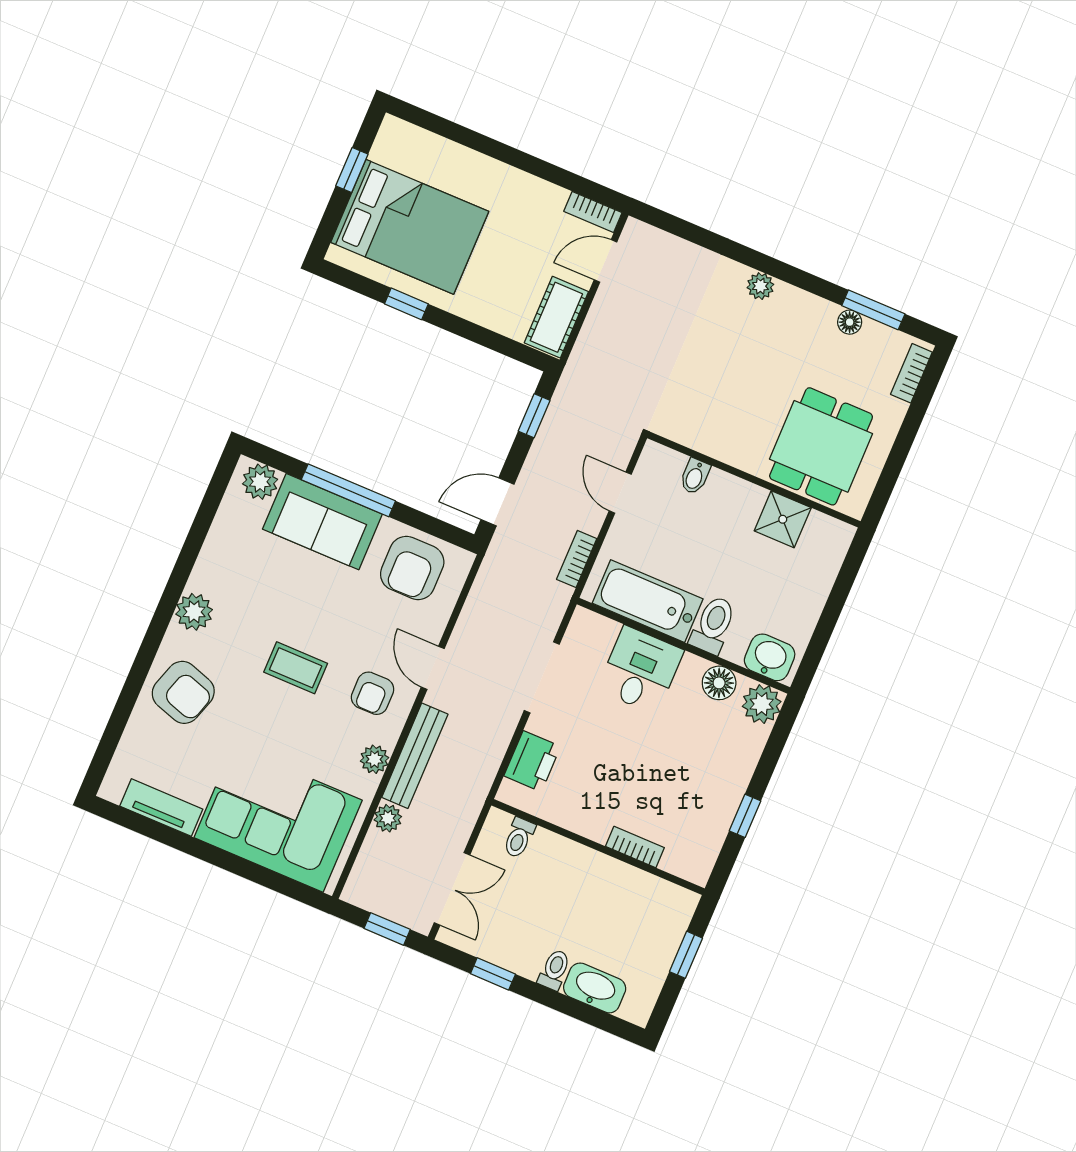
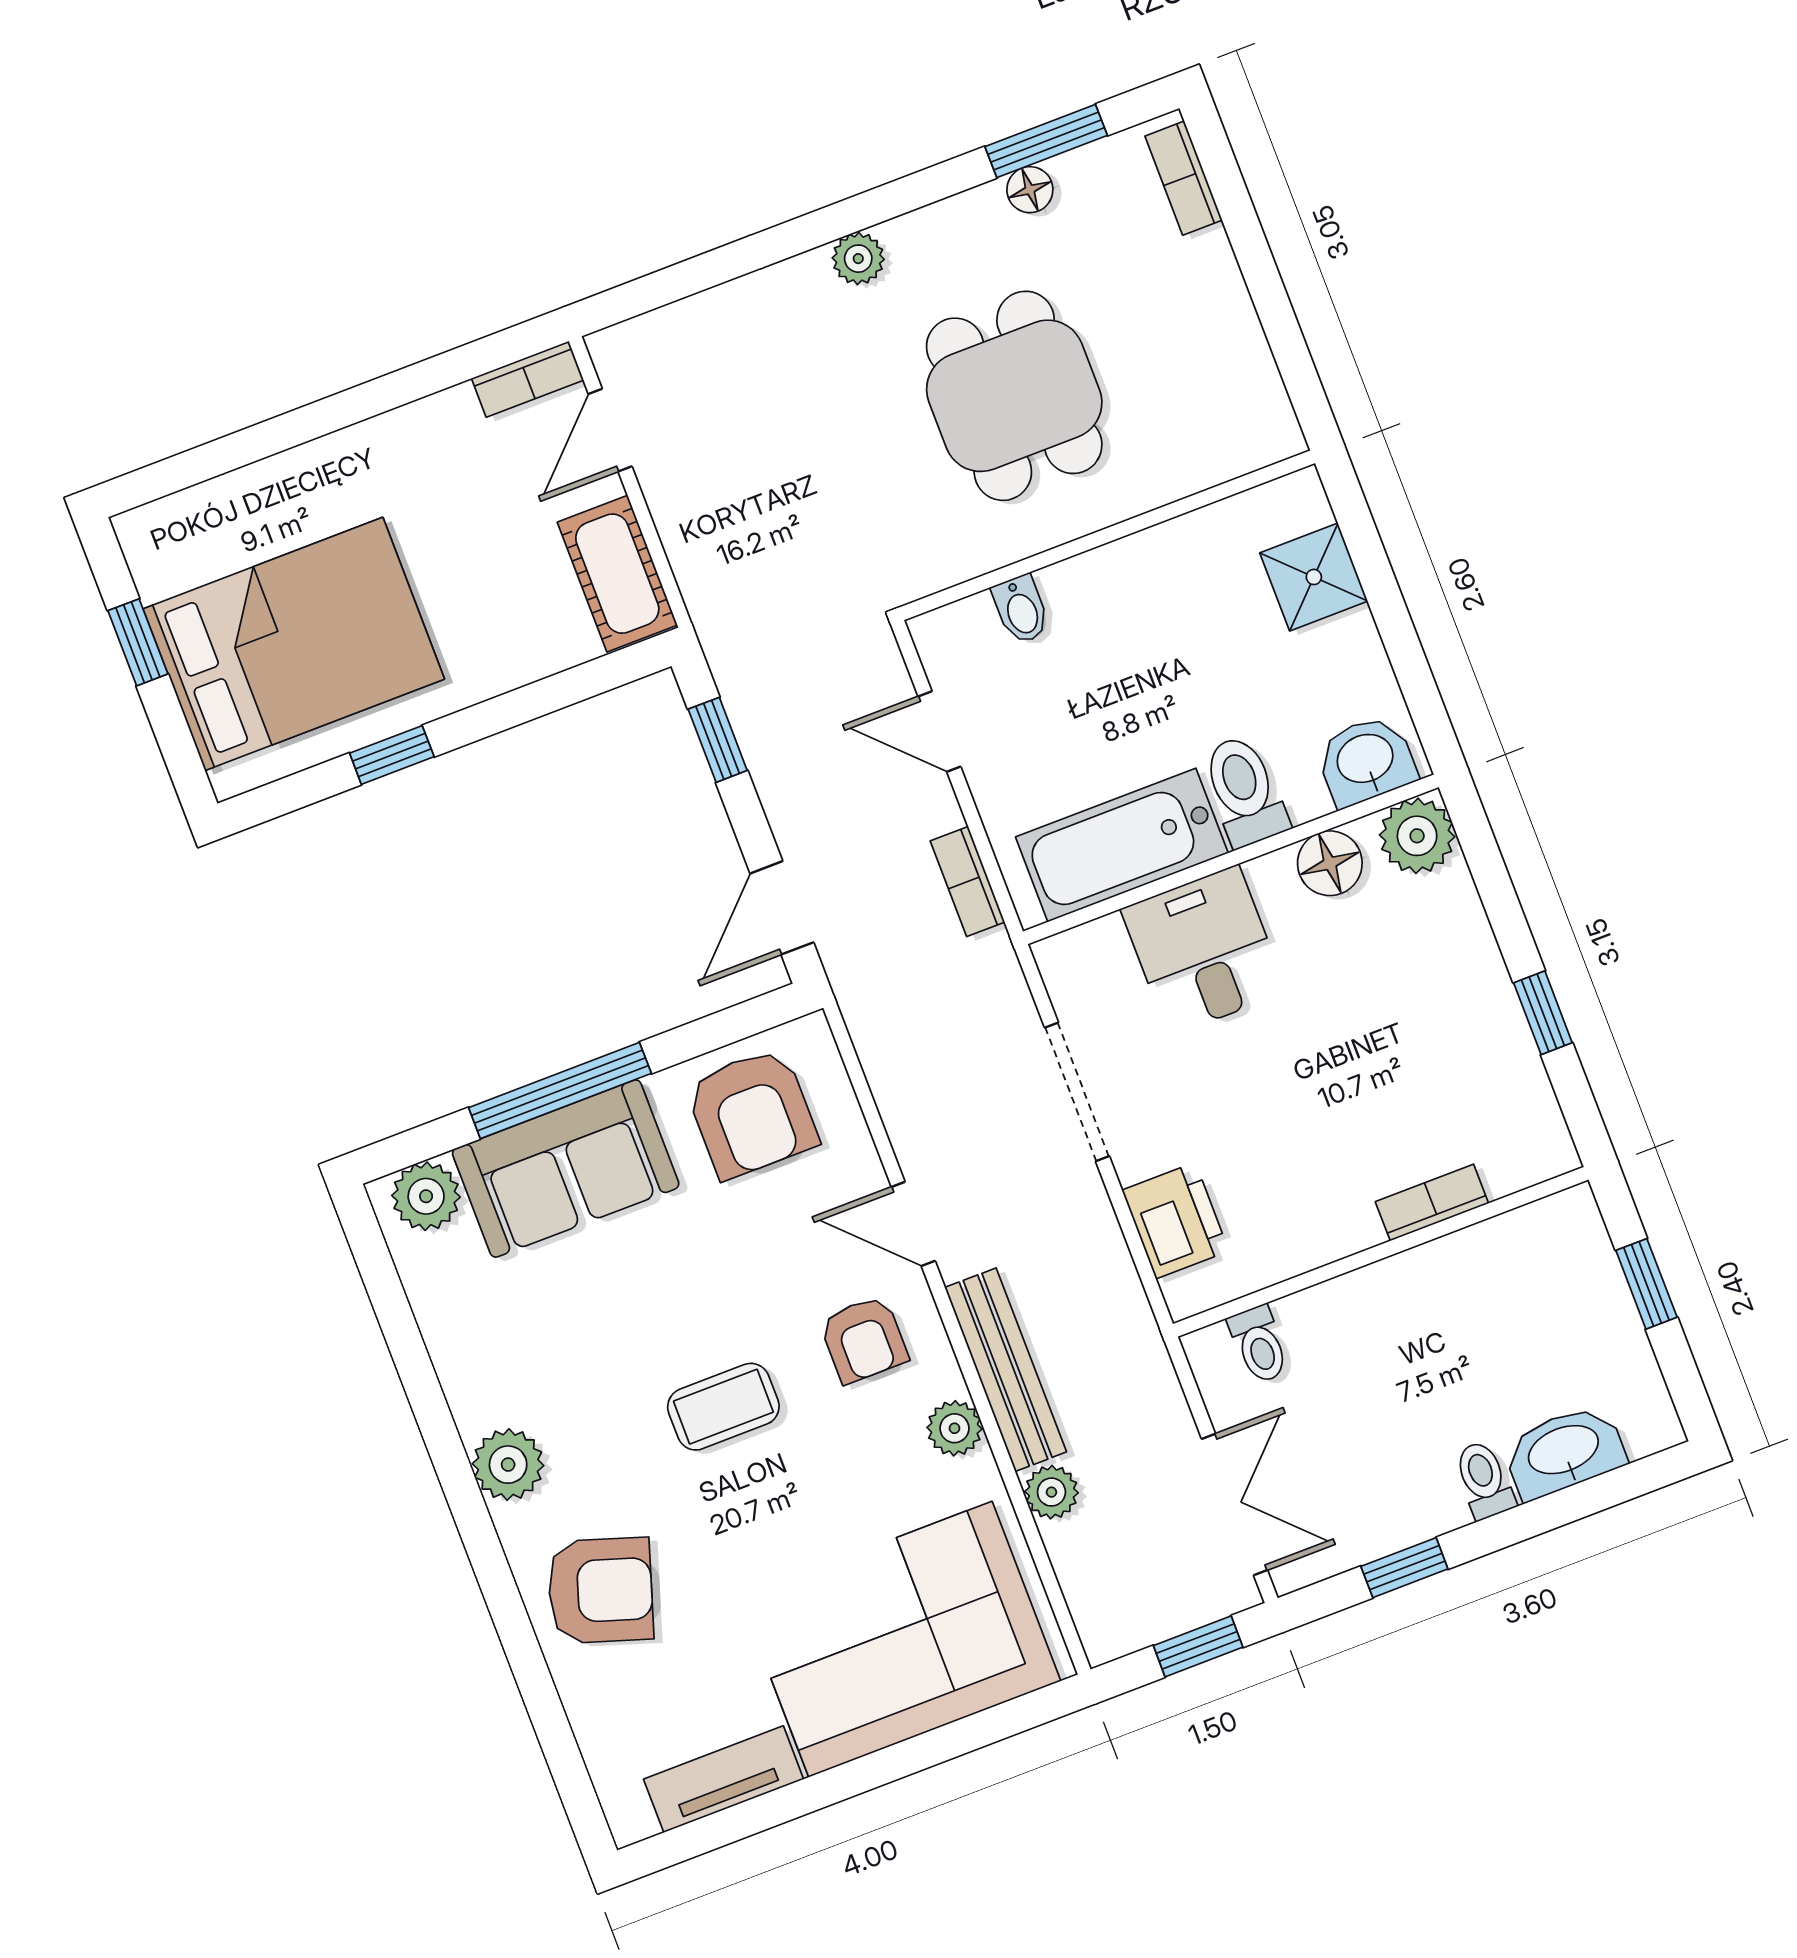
dining table: (821, 446) -> (1014, 396), moved
shower: (783, 519) -> (1314, 577), moved

